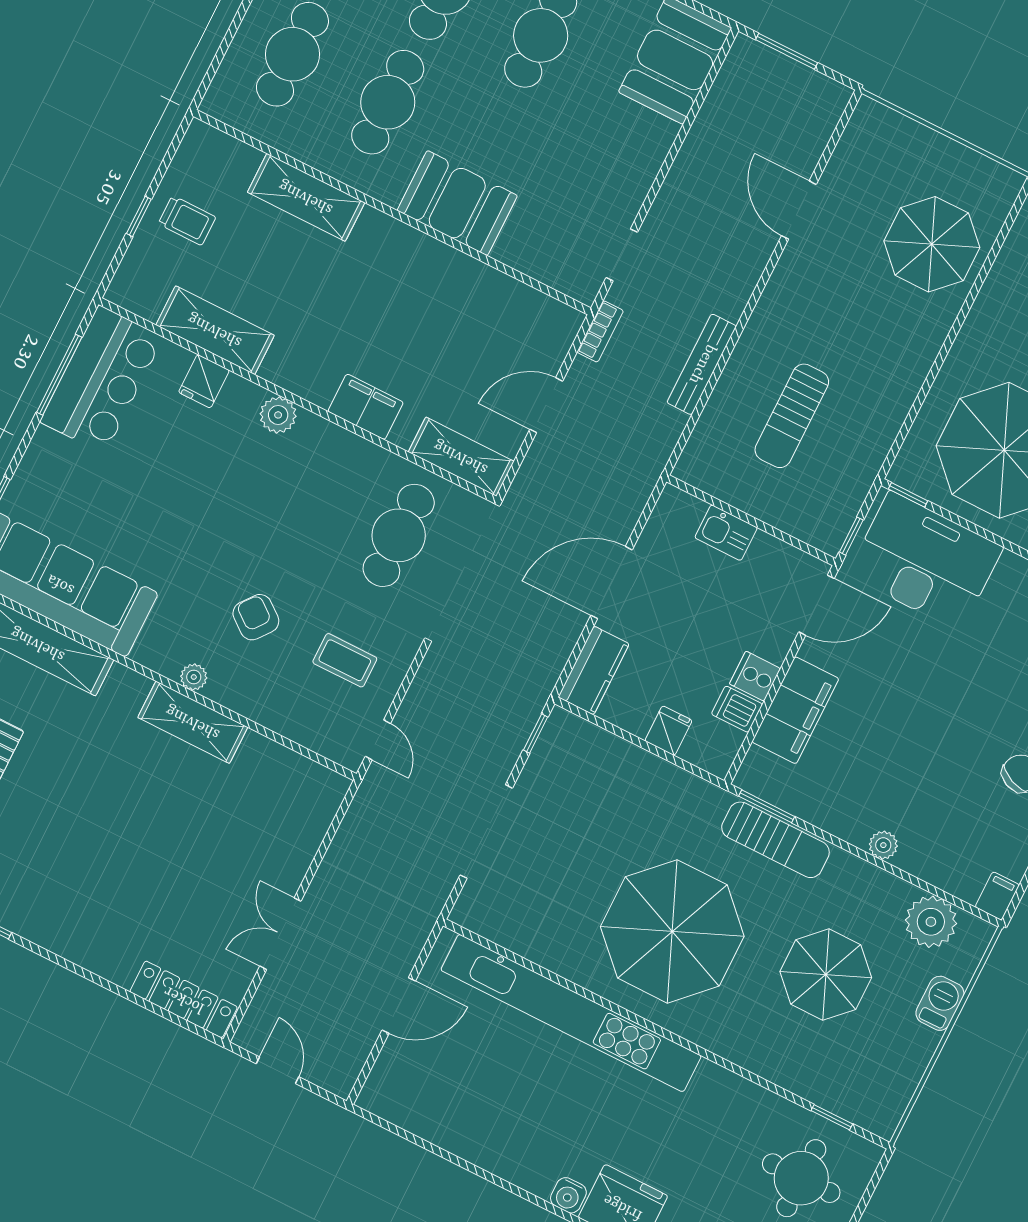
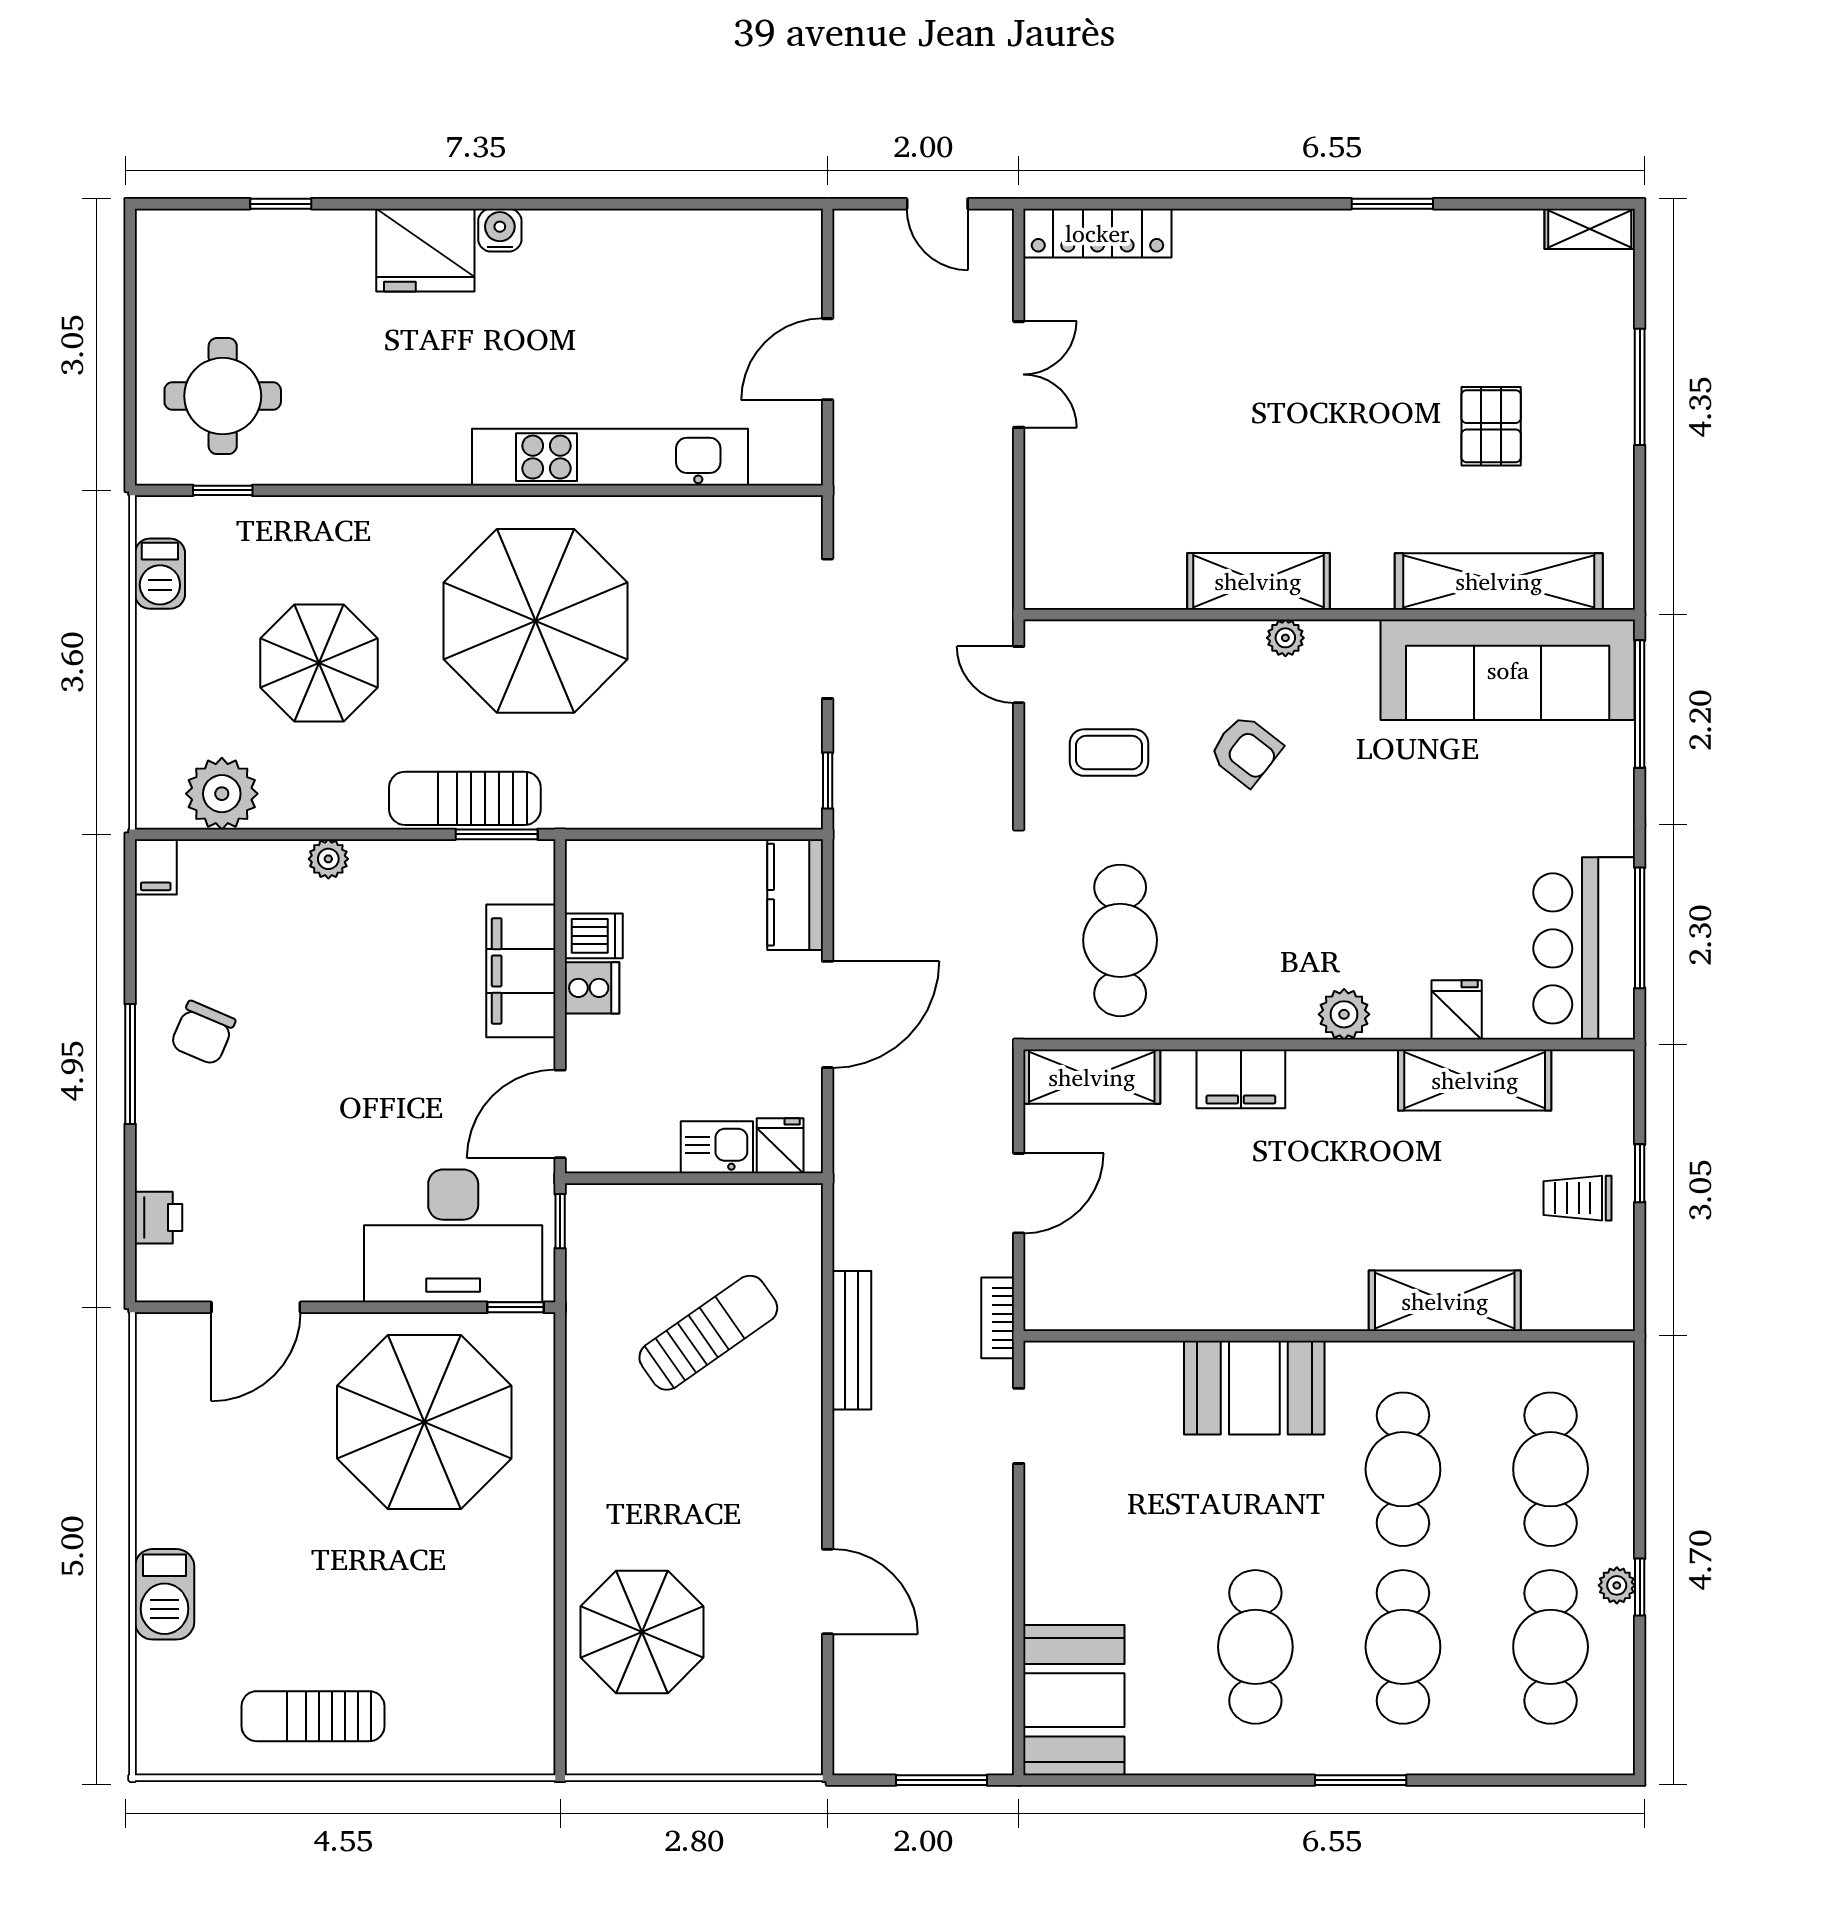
sun lounger: (792, 416) -> (708, 1333), turned 55
fridge: (668, 731) -> (780, 1146), moved, turned 180
barbecue: (940, 1003) -> (160, 574), moved
kitchen unit: (571, 1013) -> (610, 457), width x0.73

